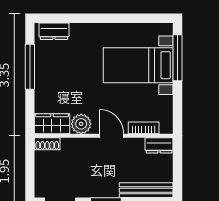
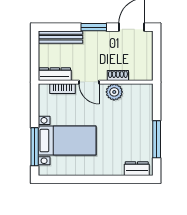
wardrobe: (52, 124) -> (138, 92), removed
shoe rack: (47, 144) -> (118, 76), moved
dresser: (159, 145) -> (55, 74), width x1.44

